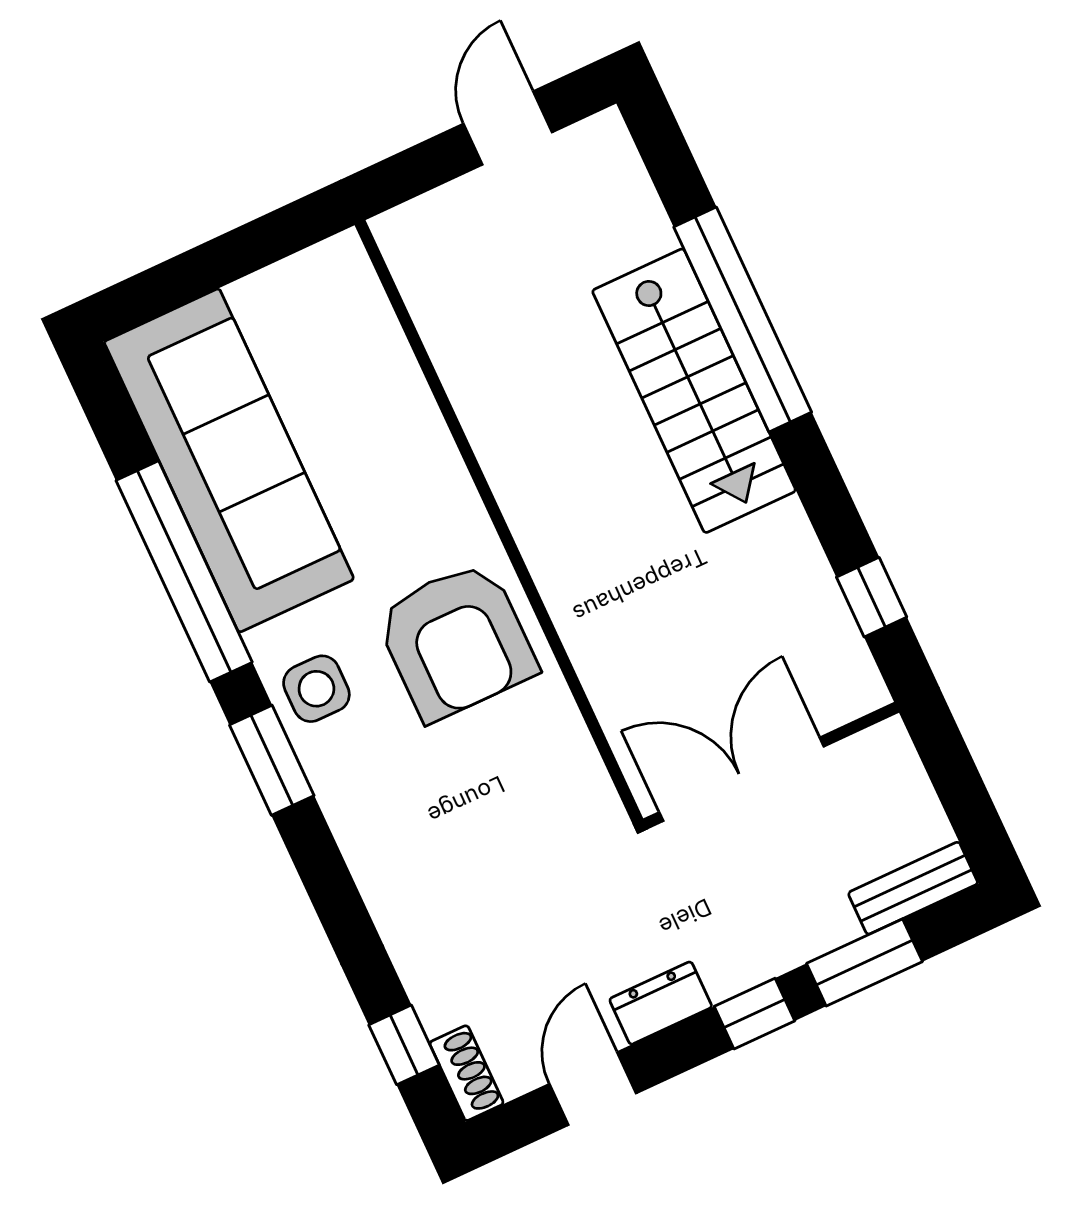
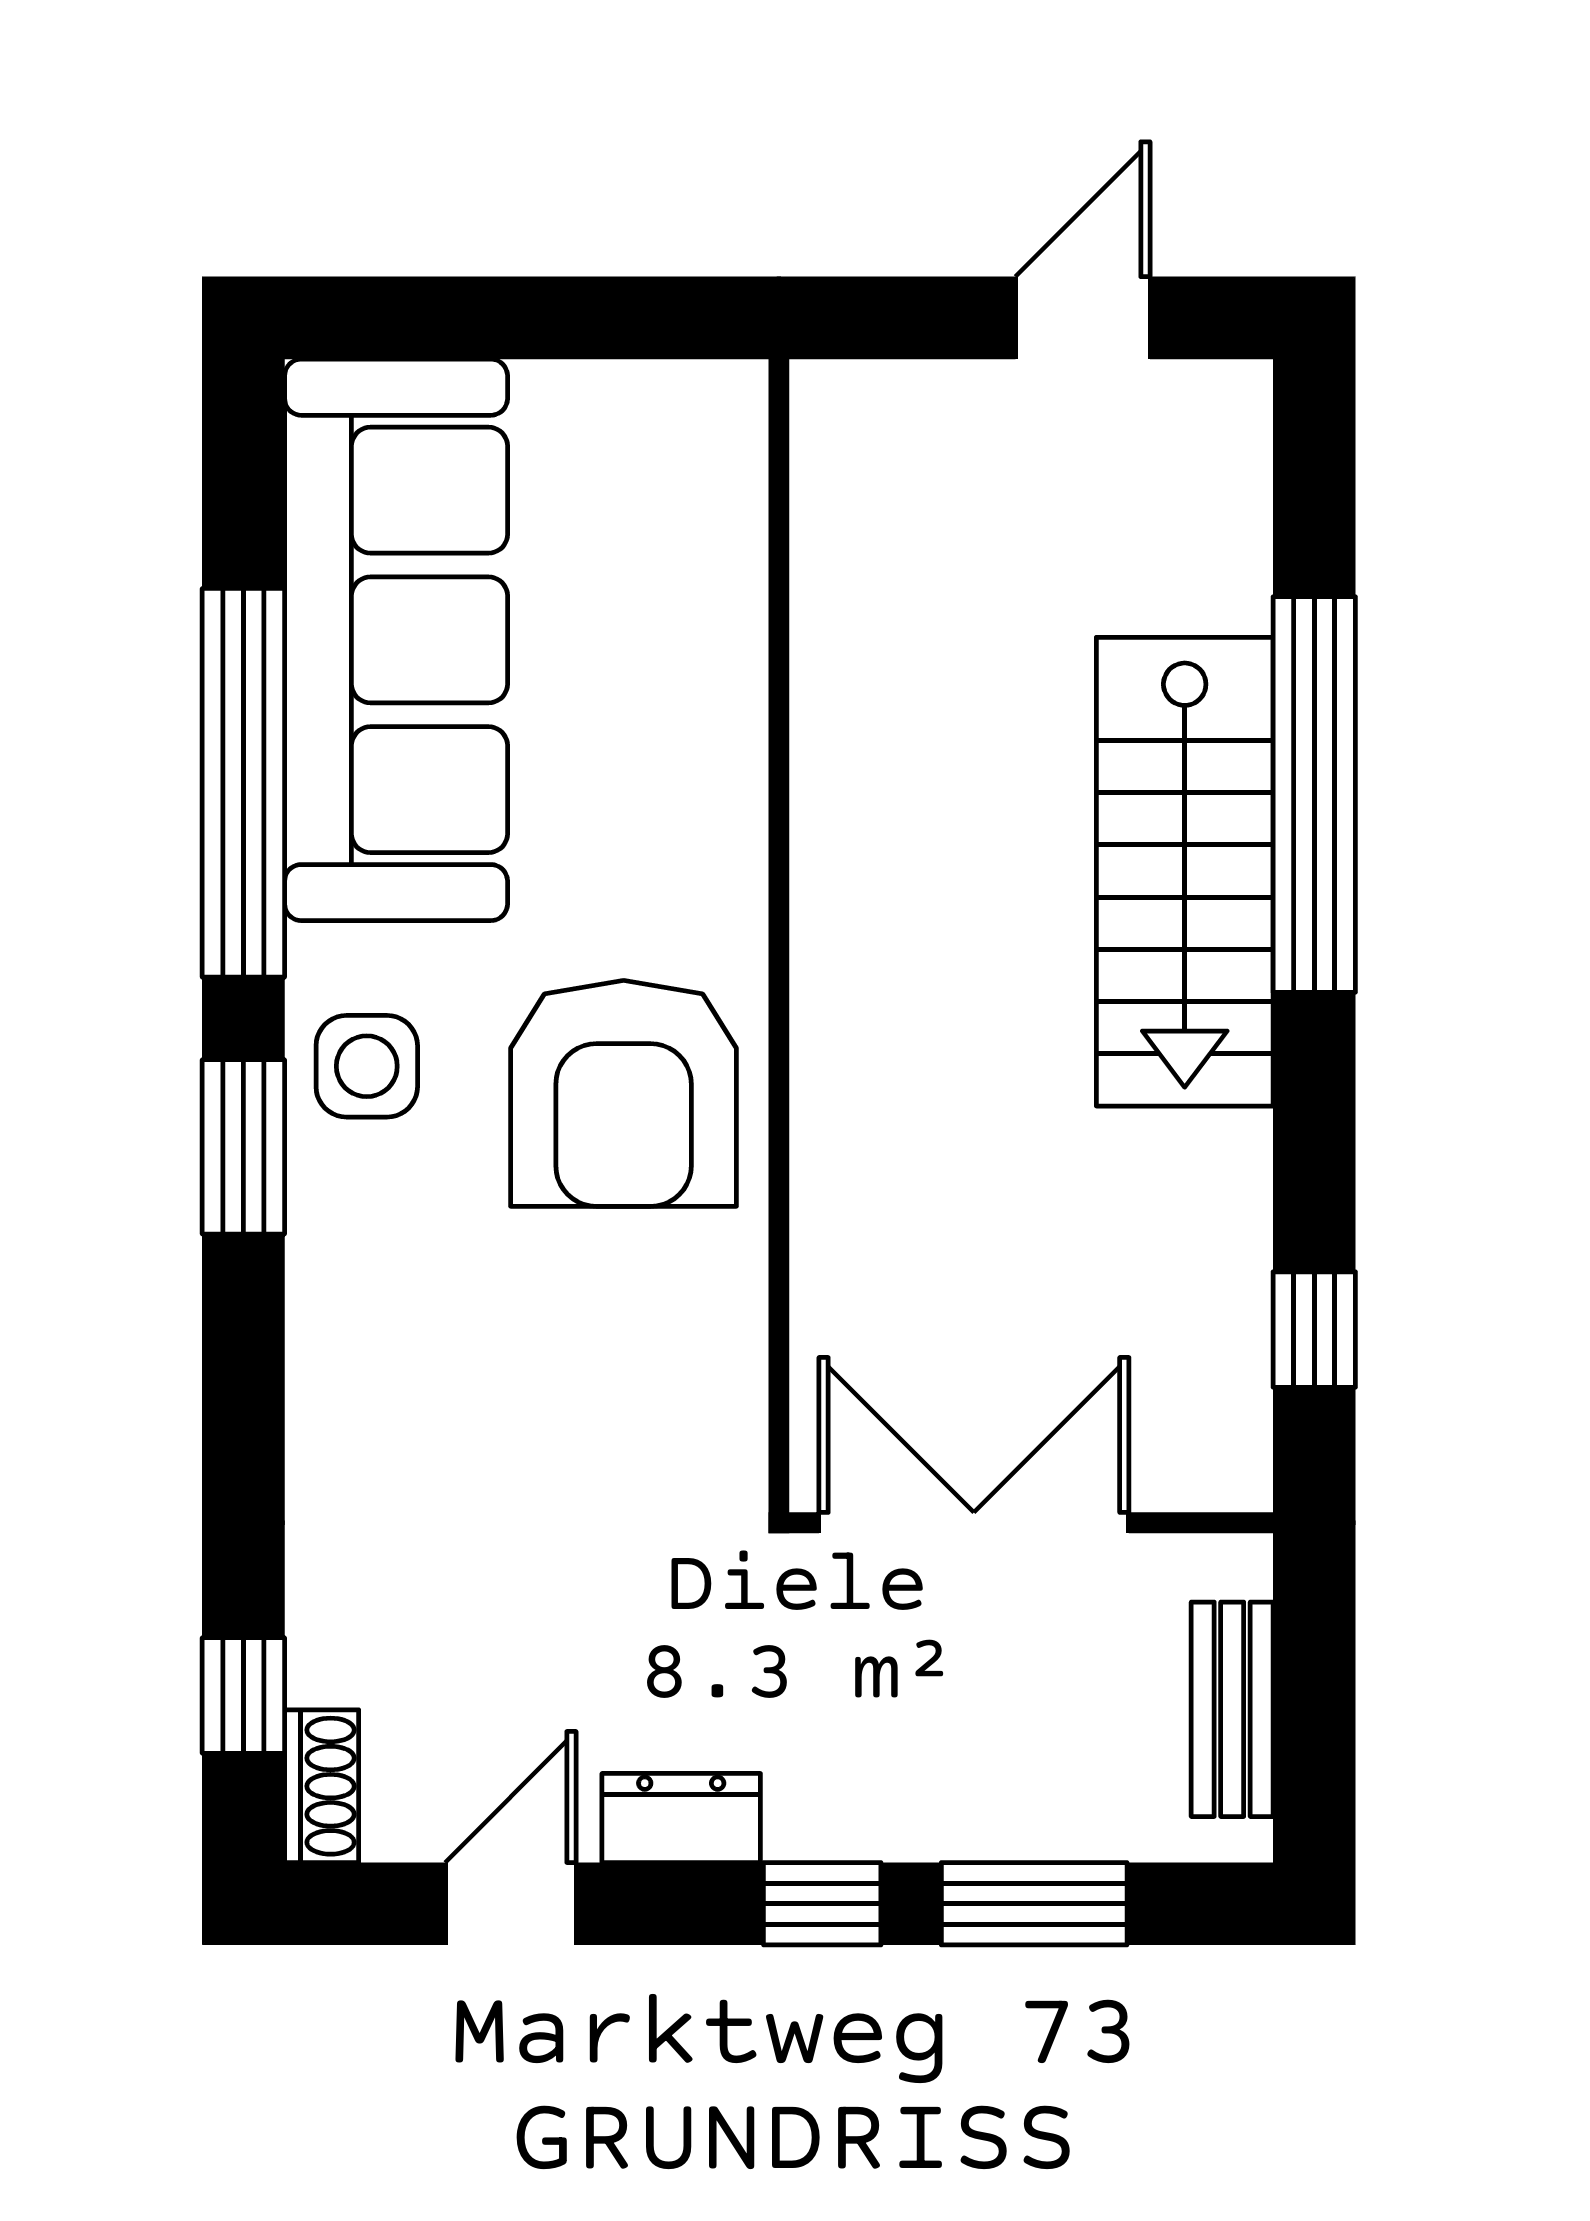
bench: (913, 888) -> (1232, 1709), moved, turned 90

